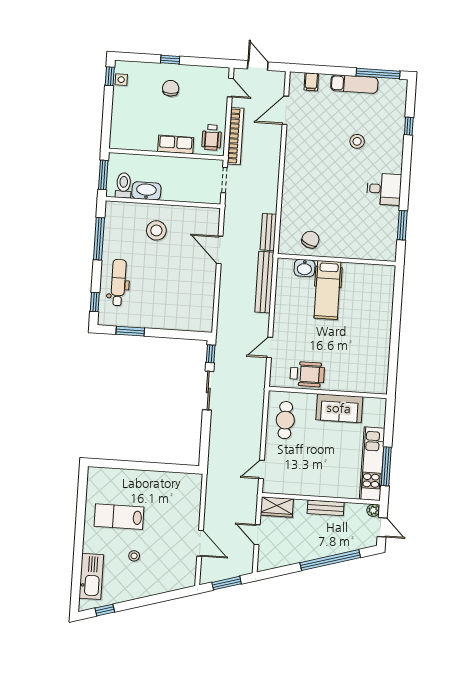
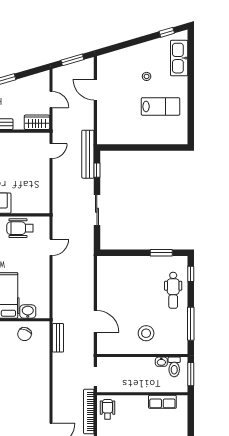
row of seats: (176, 144) -> (162, 402), moved
washbasin: (146, 191) -> (161, 362), width x0.52, depth x0.69
bench: (264, 282) -> (88, 154), moved
window: (211, 354) -> (97, 170), moved
cafe table: (285, 420) -> (35, 191), removed

